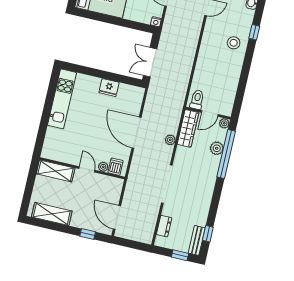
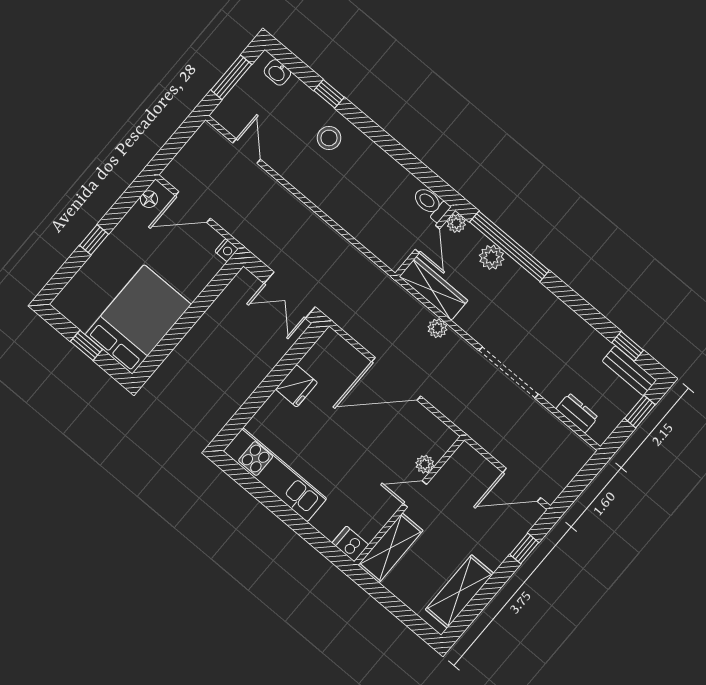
toilet: (197, 100) -> (431, 204), moved
dishwasher: (116, 167) -> (350, 544), moved

